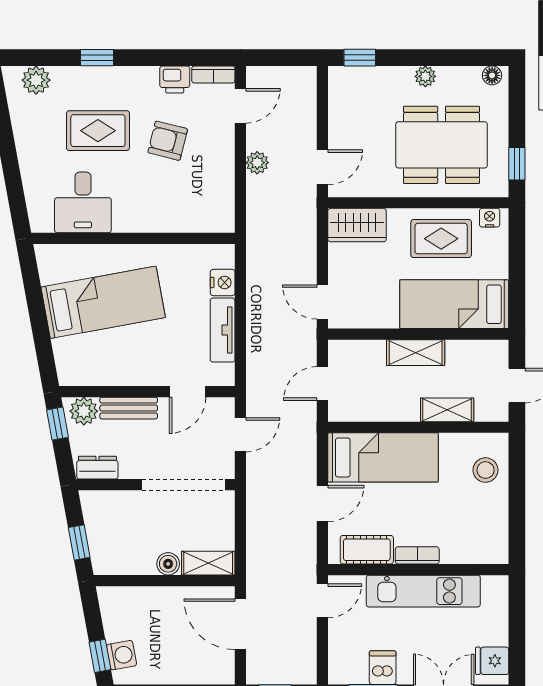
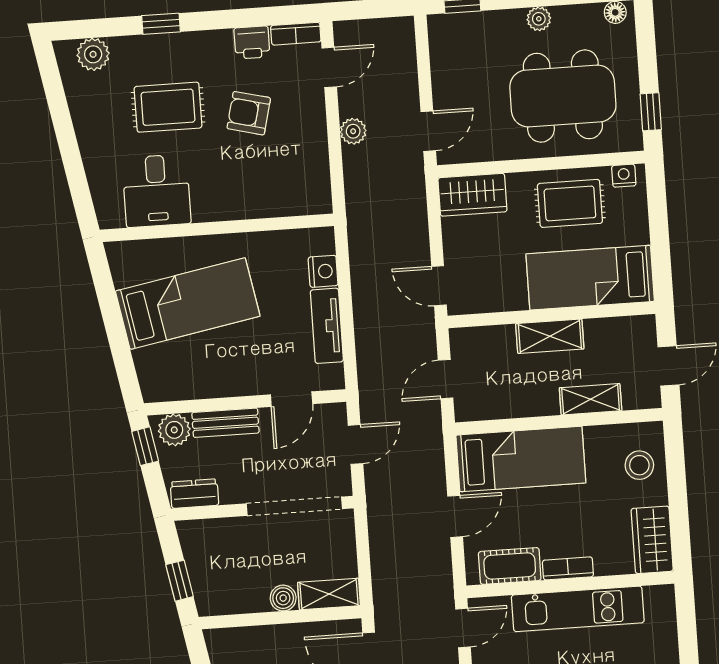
wardrobe: (492, 536) -> (652, 540), added

